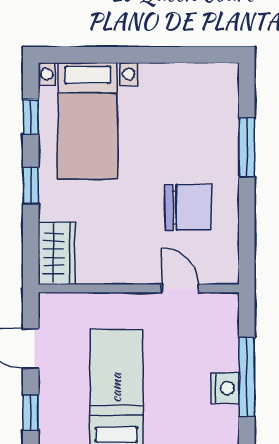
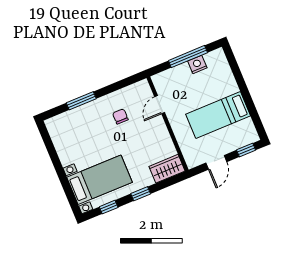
chair: (188, 207) -> (120, 116), width x0.54, depth x0.54

